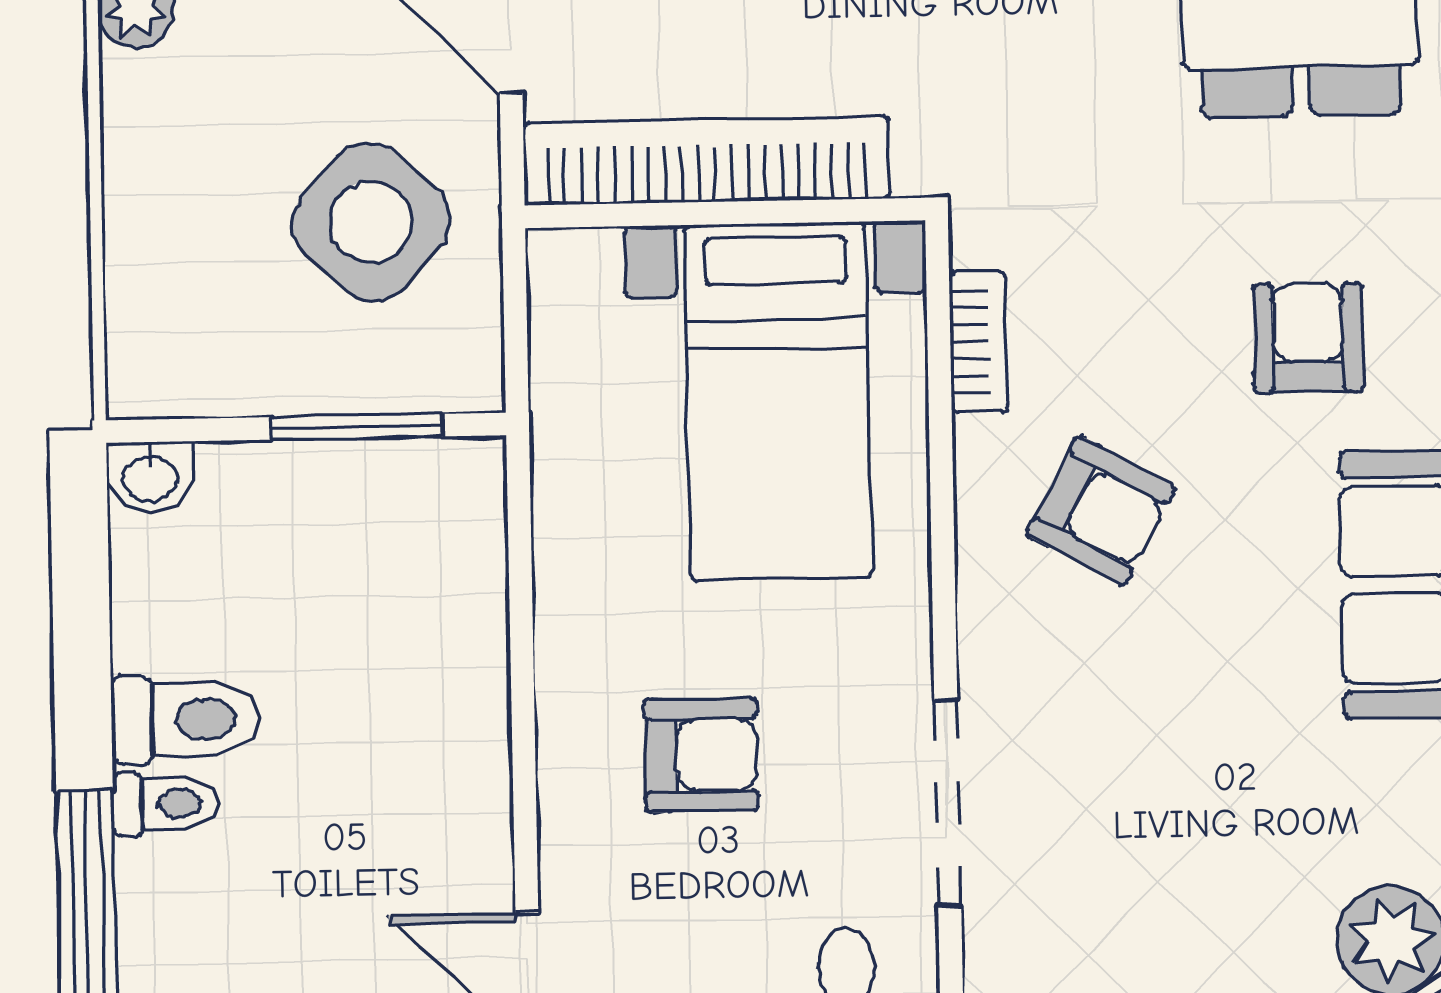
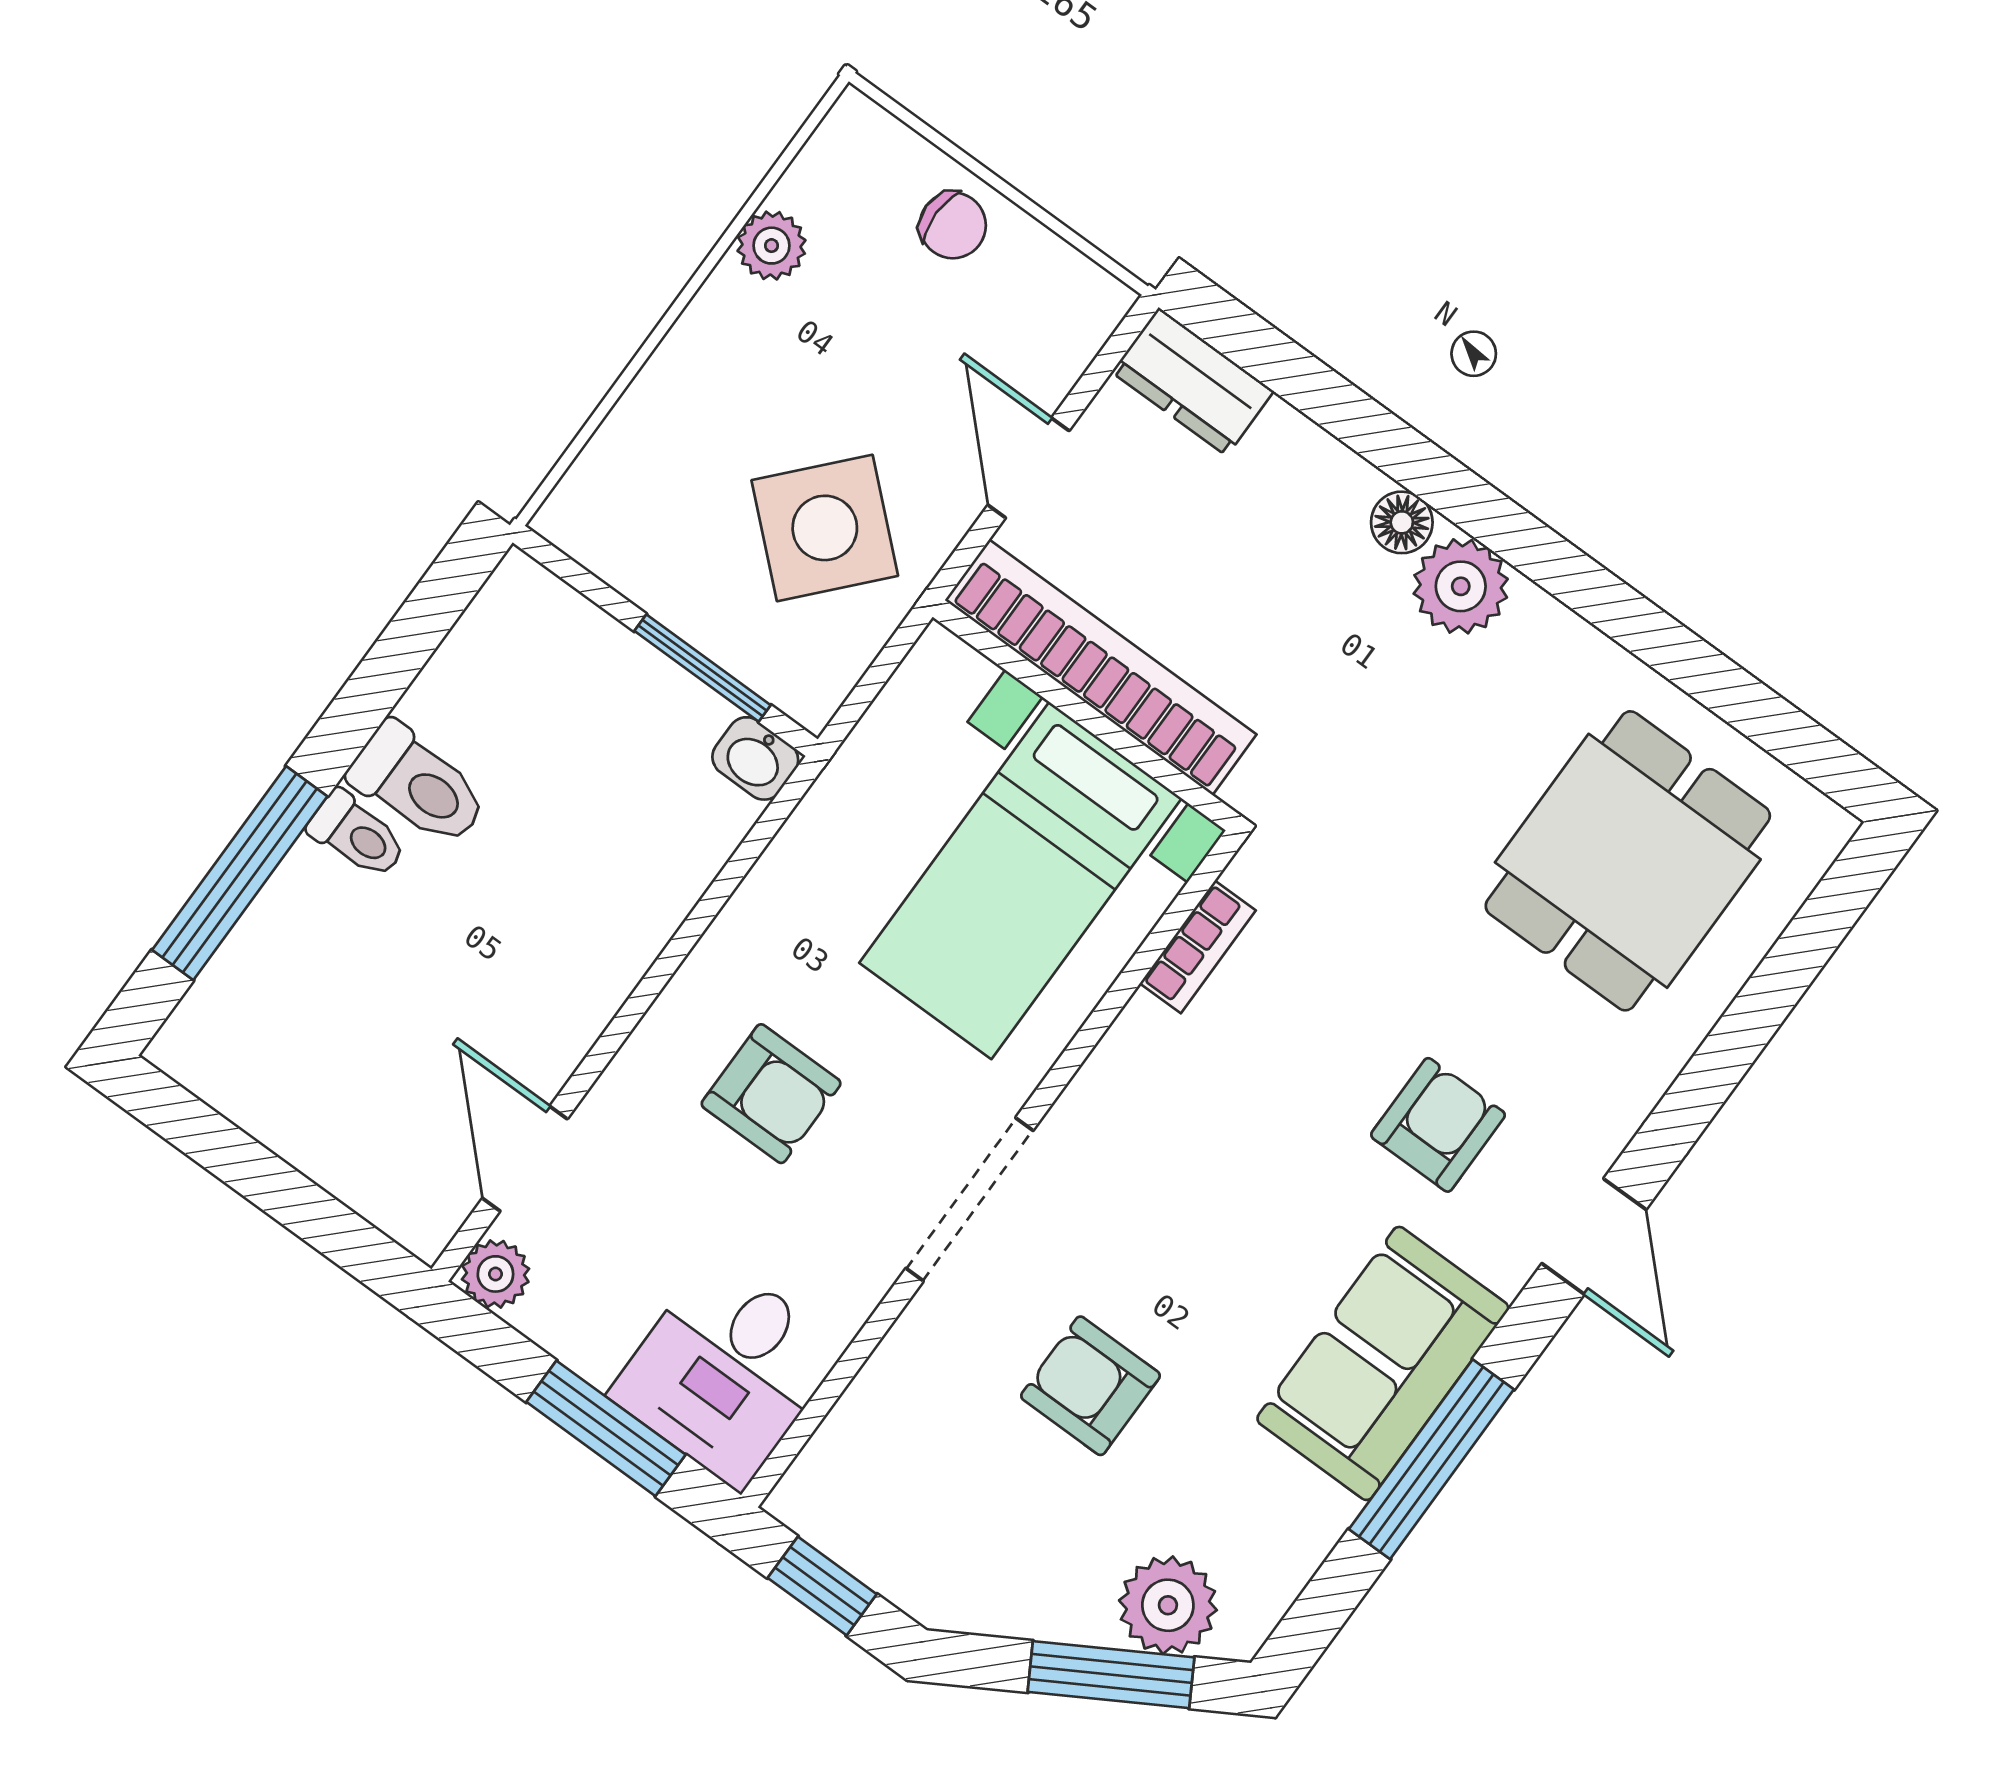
washbasin: (150, 477) -> (755, 758), moved
armchair: (1101, 511) -> (1090, 1386), moved, turned 151
doorway: (948, 803) -> (969, 1199), moved

